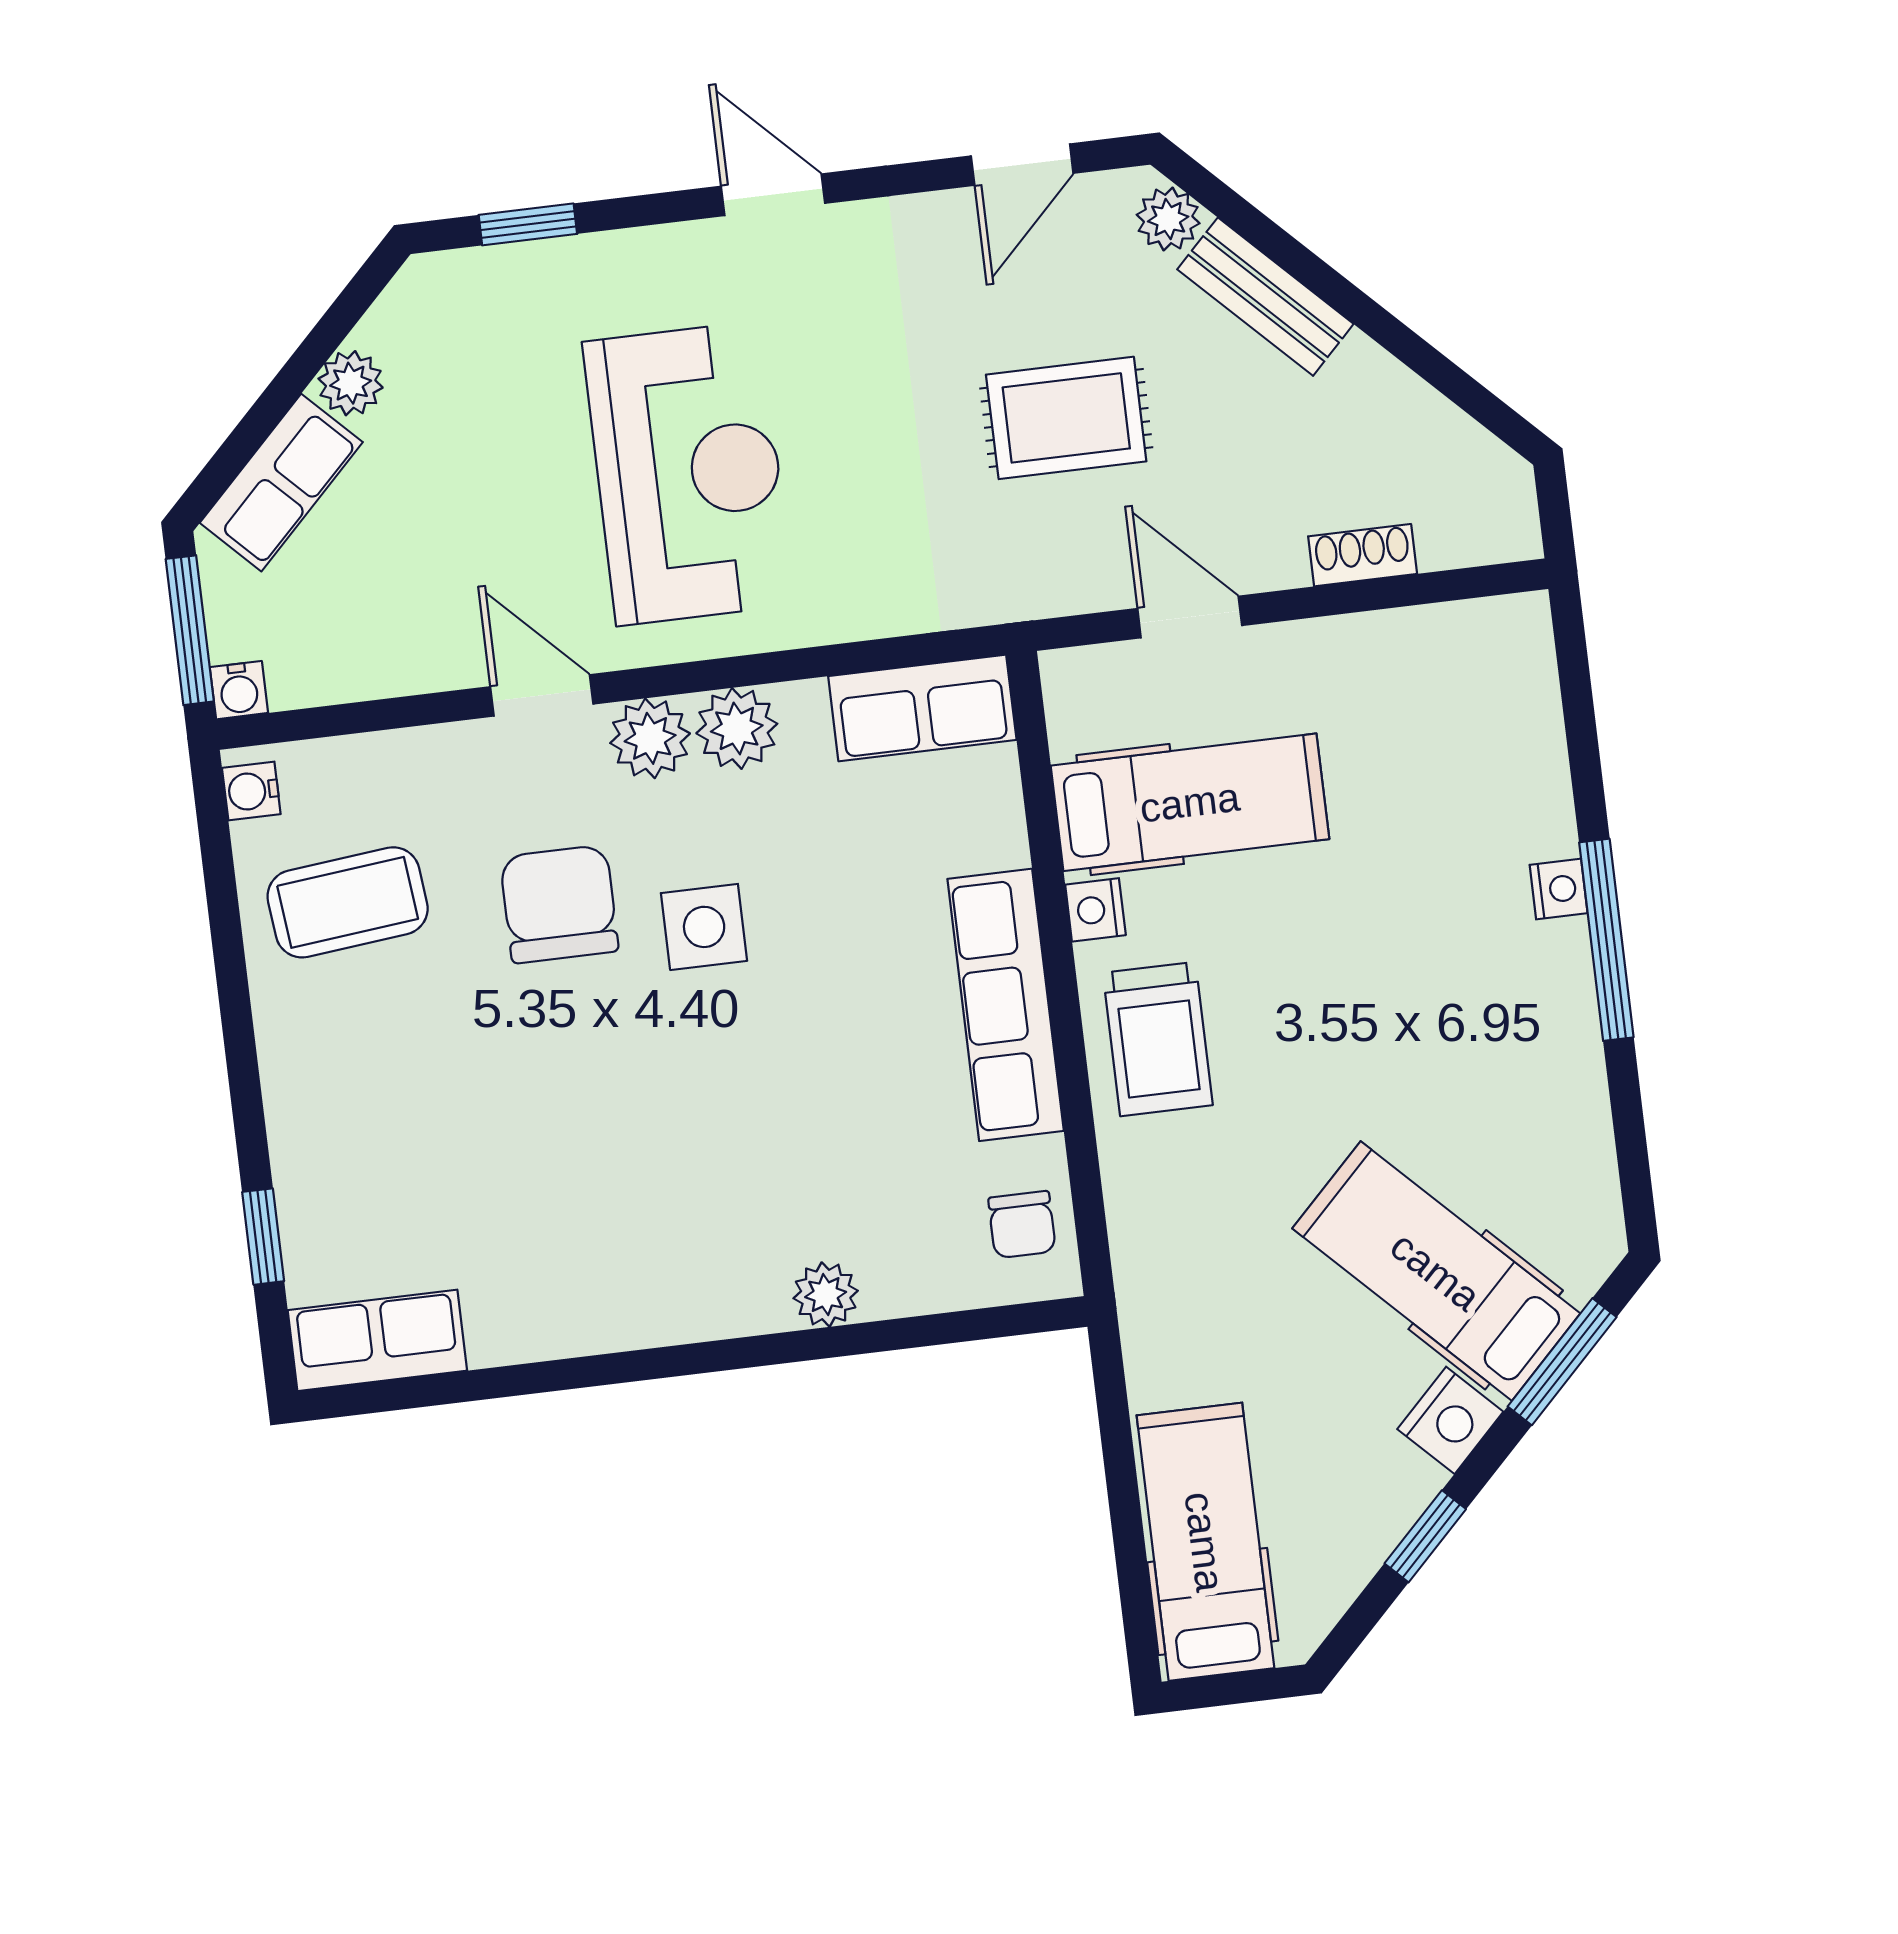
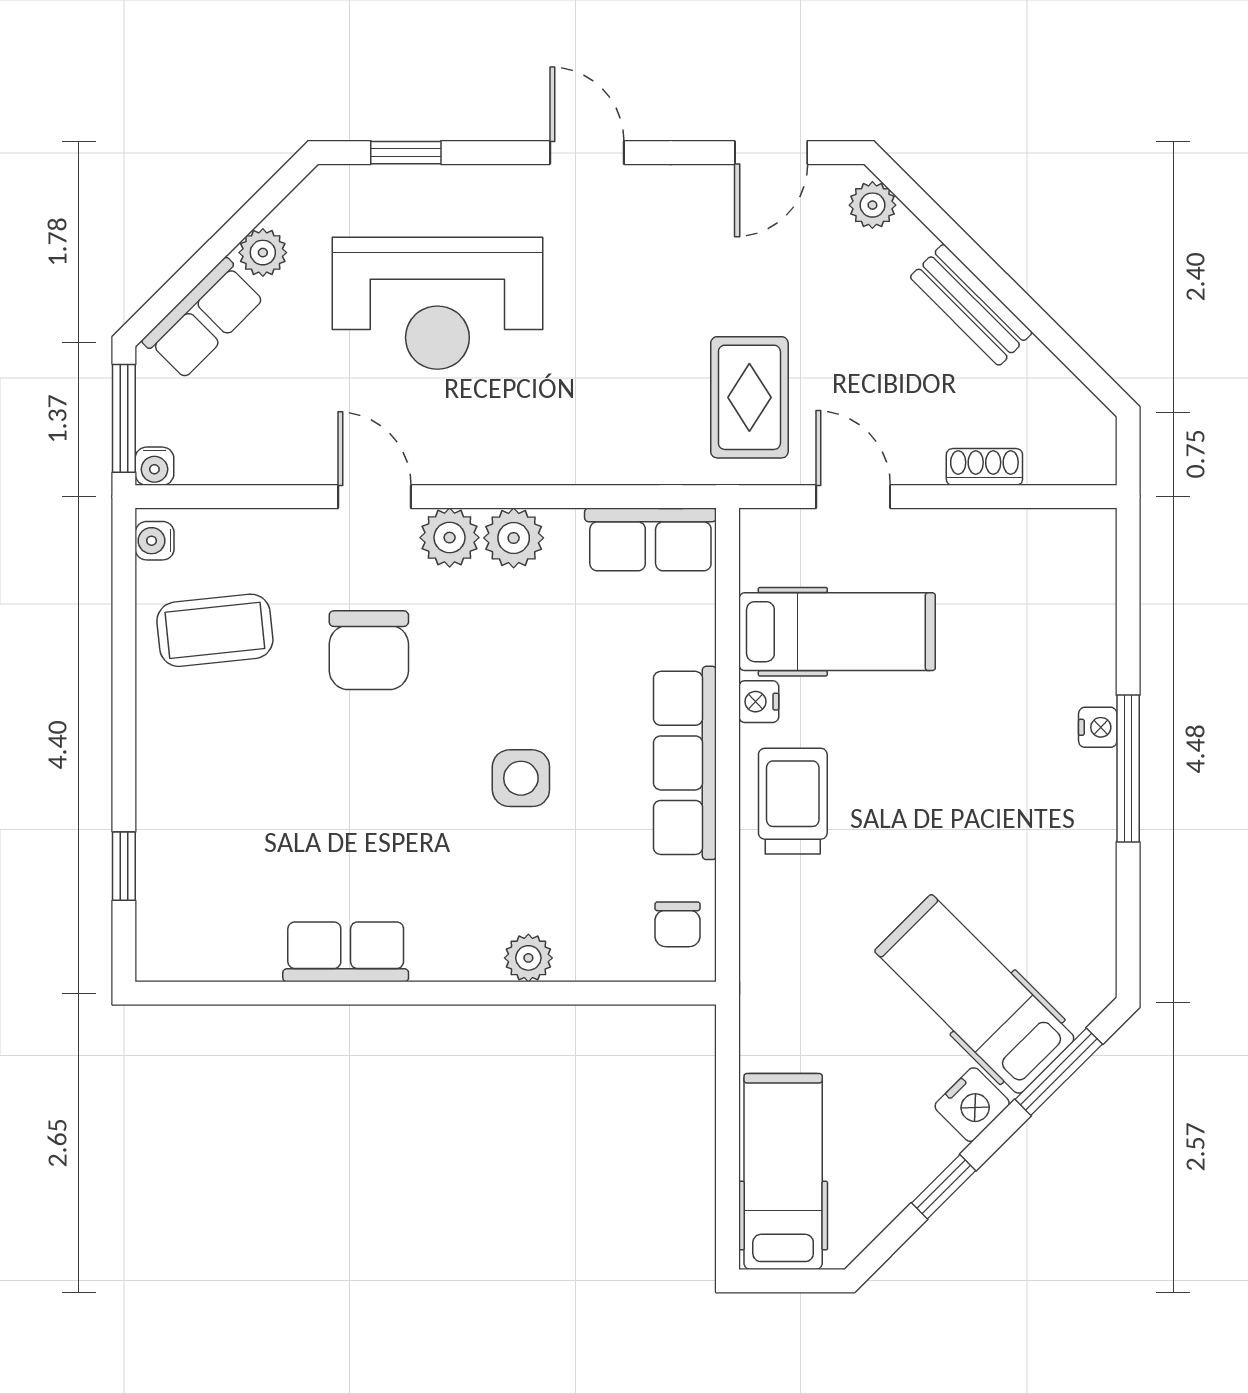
bench: (1265, 297) -> (971, 305), moved
rug: (1066, 418) -> (749, 397), moved, turned 90
reception desk: (688, 473) -> (437, 303), moved, turned 90
chair: (559, 904) -> (369, 650), turned 180
side table: (704, 927) -> (521, 778), moved
trolley: (1158, 1039) -> (793, 801), turned 180
row of seats: (377, 1340) -> (346, 952), moved

